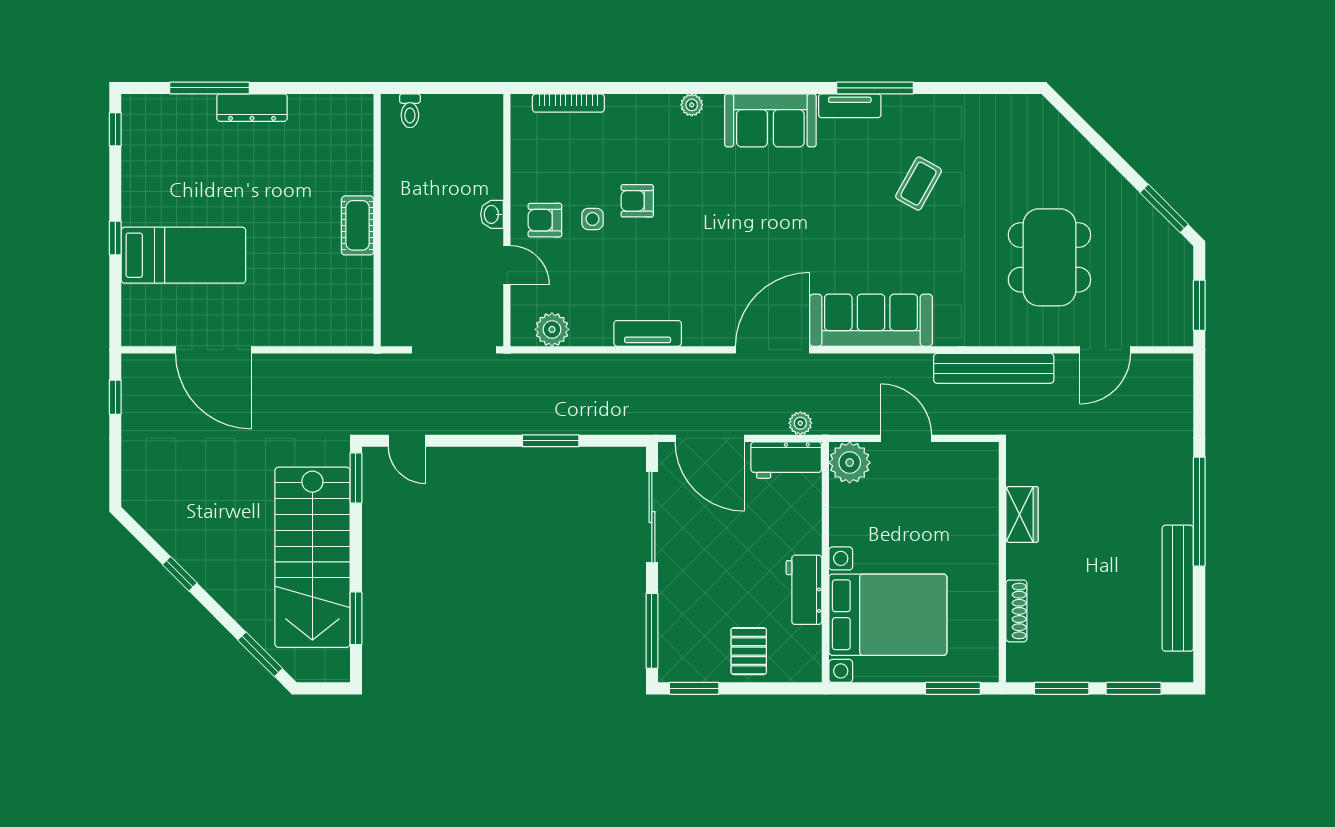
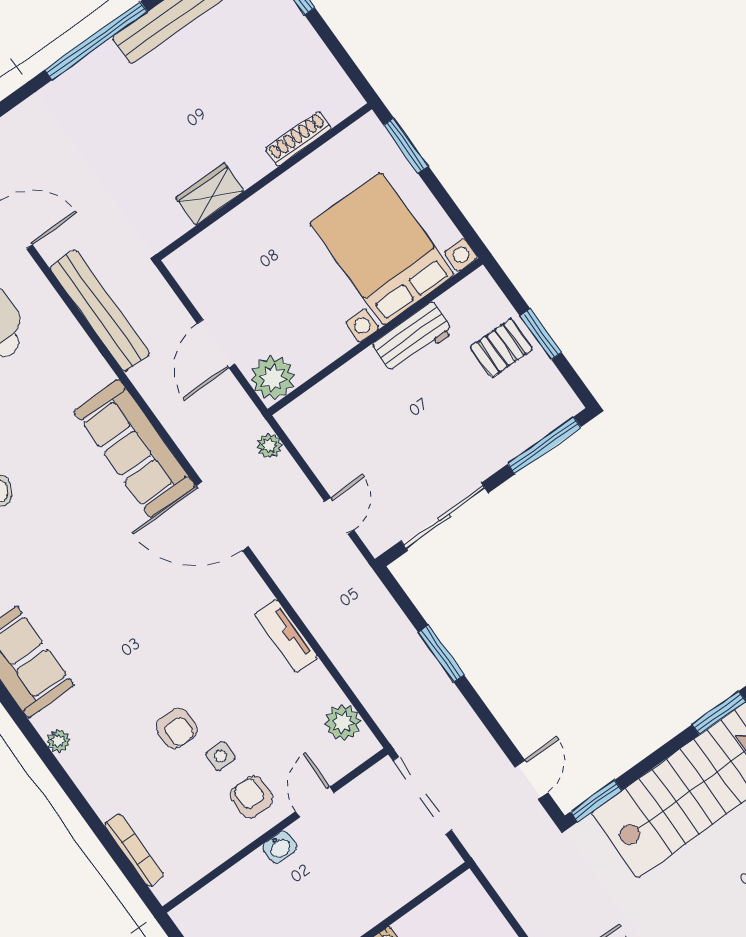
armchair: (545, 220) -> (252, 797), turned 180
door: (710, 438) -> (339, 516), width x0.53
workbench: (786, 460) -> (310, 435), removed
window: (694, 688) -> (541, 334), moved
window: (1062, 688) -> (338, 50), removed

